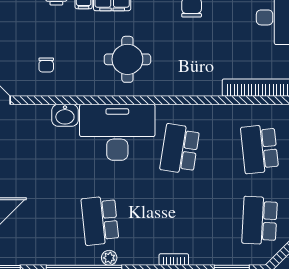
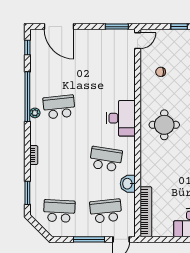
washbasin: (65, 115) -> (128, 184), moved
desk: (117, 132) -> (121, 118), width x0.73, depth x0.77

